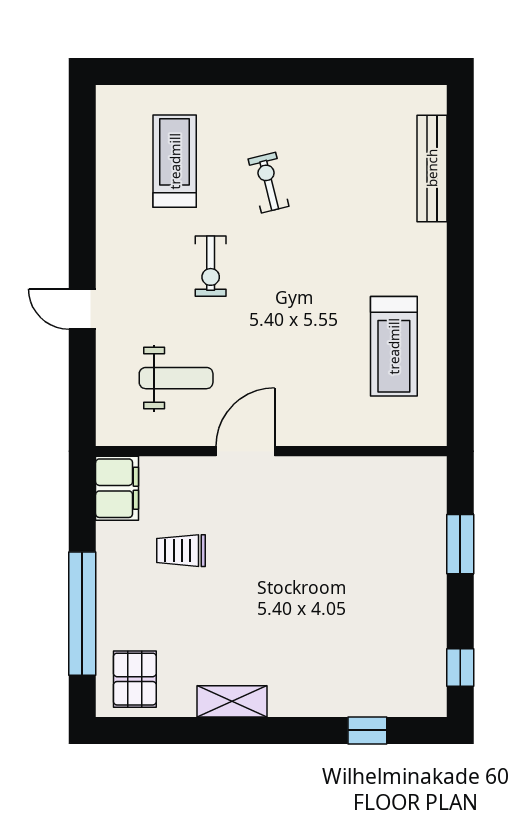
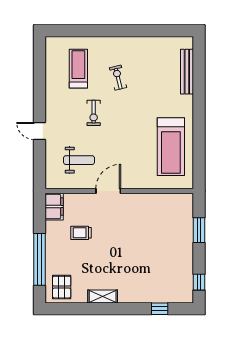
treadmill: (394, 346) -> (171, 147), width x1.37, depth x1.38

